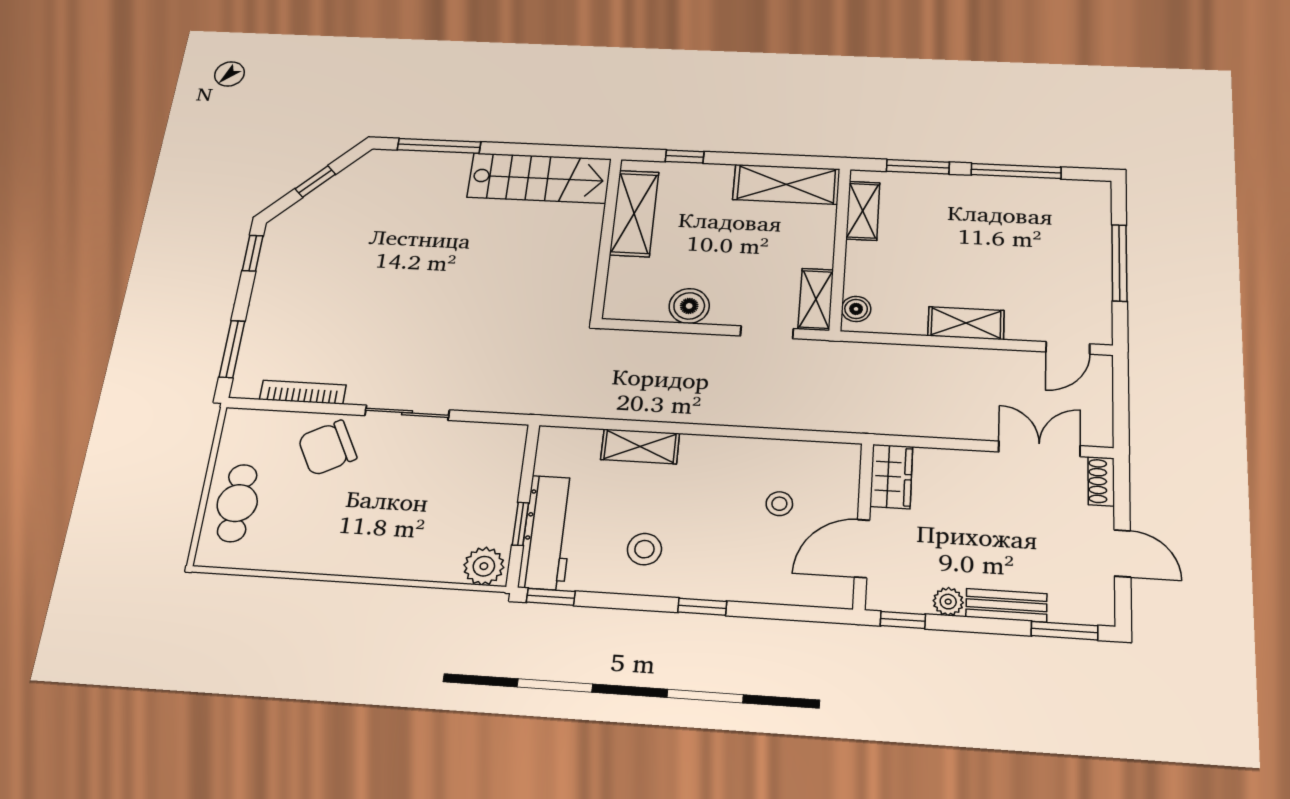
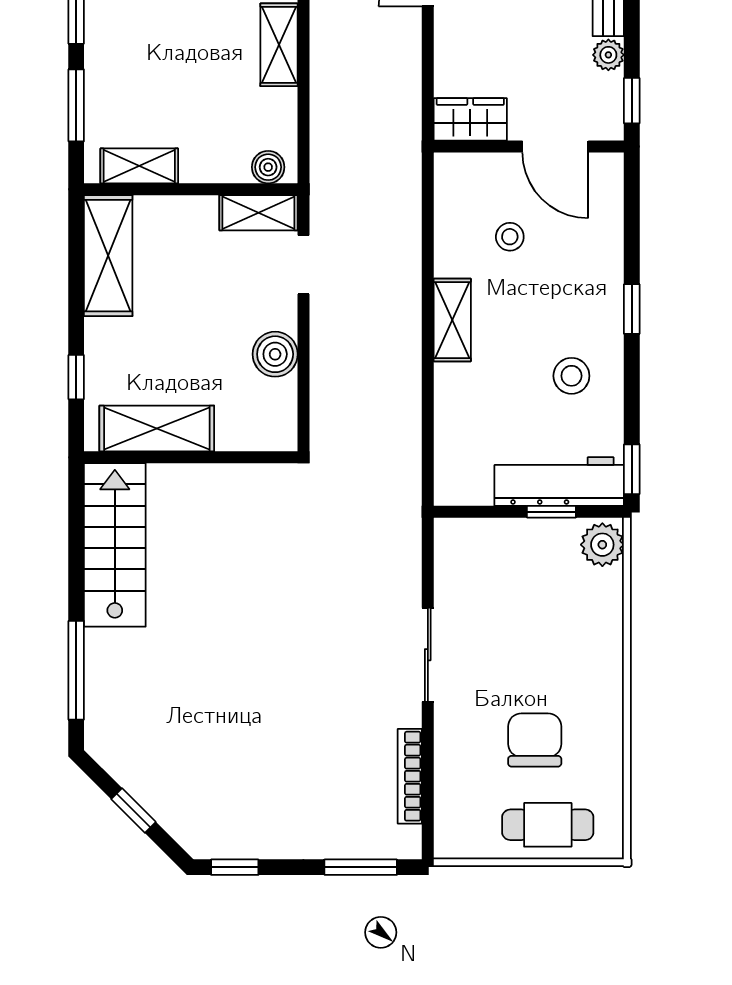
shelving: (640, 446) -> (452, 320), moved
chair: (327, 448) -> (535, 740), moved, turned -152

